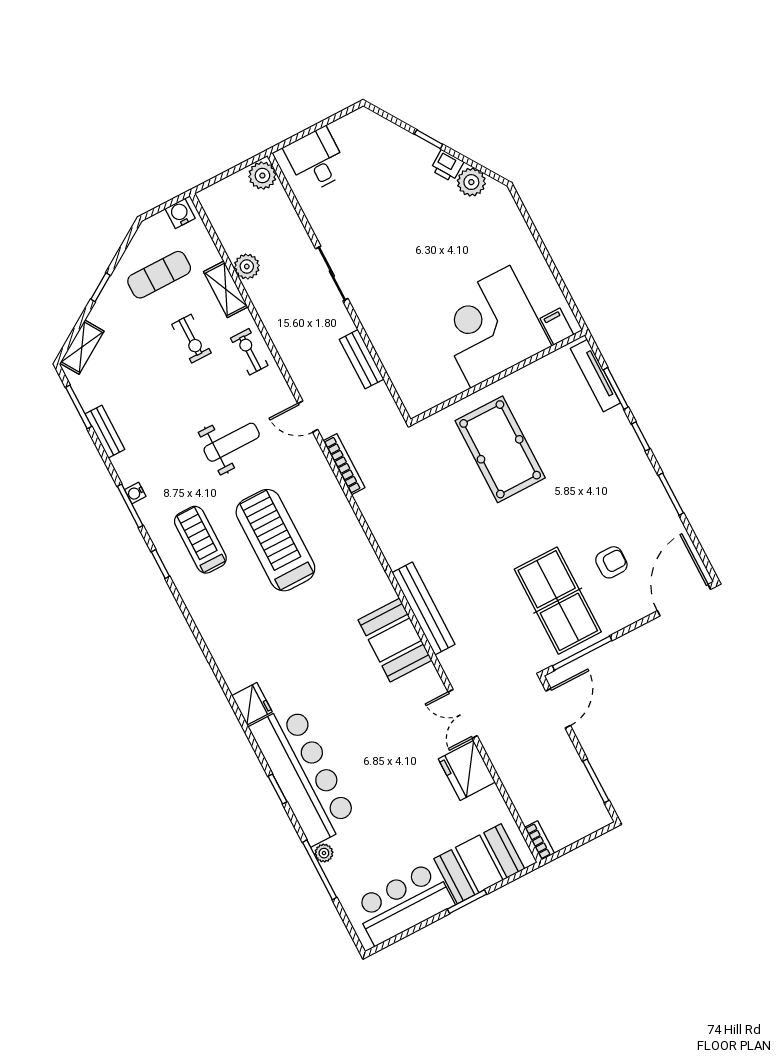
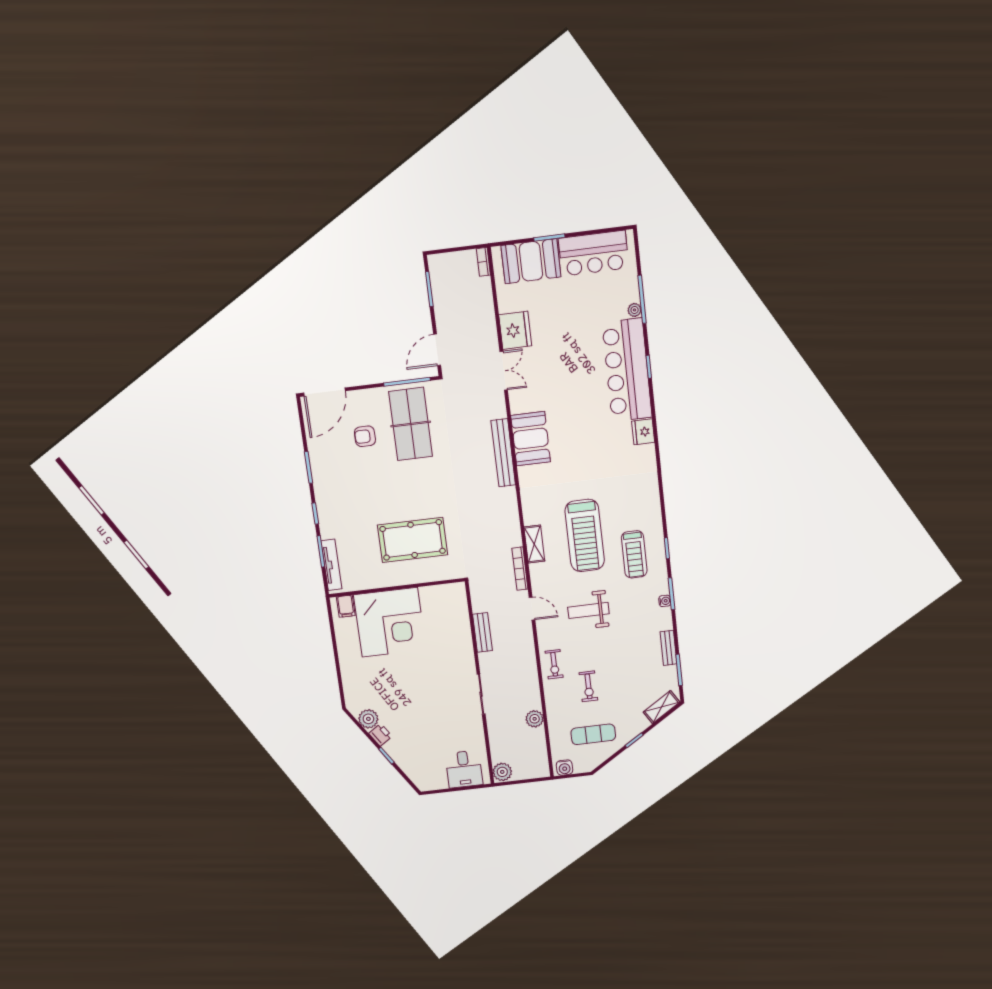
shelving: (226, 289) -> (534, 544), moved
exercise bike: (191, 339) -> (588, 686), turned 180
pool table: (500, 449) -> (413, 540), turned 90

